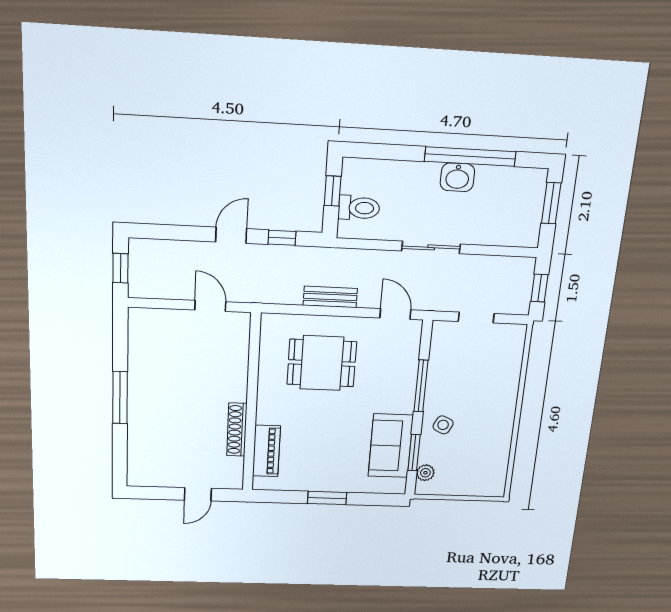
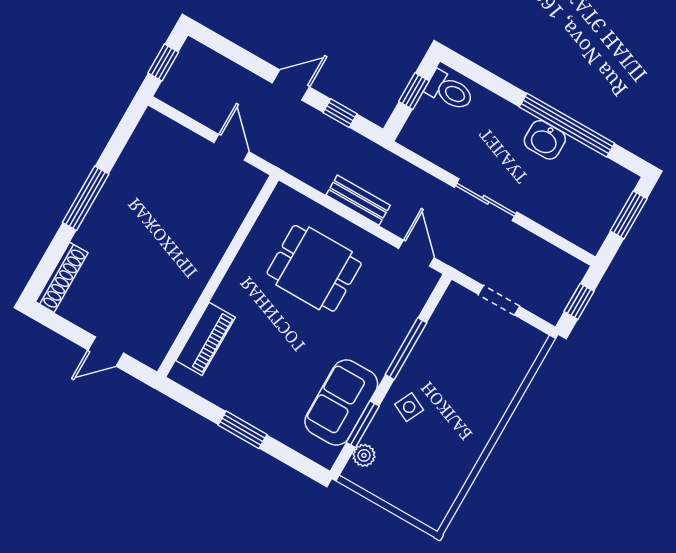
toilet: (359, 208) -> (449, 91), moved
shoe rack: (237, 430) -> (62, 277), moved, turned 180

